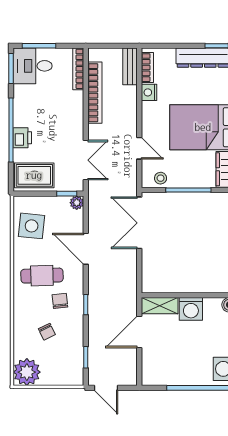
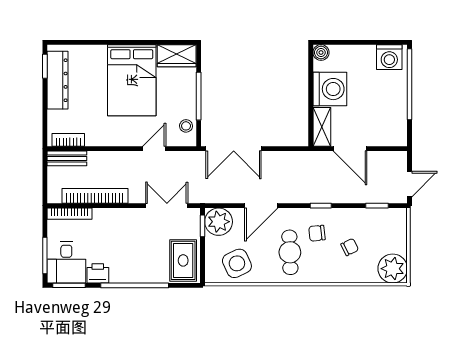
nightstand: (149, 92) -> (95, 138), removed
printer: (22, 138) -> (98, 273), moved
plant: (77, 203) -> (219, 222), width x1.87, depth x1.87
side table: (32, 226) -> (237, 263), turned -31
washing machine: (191, 309) -> (330, 89), width x1.37, depth x1.37

